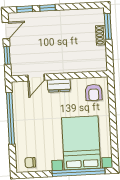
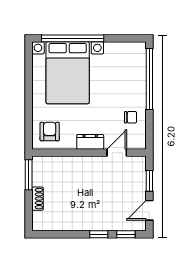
window: (108, 26) -> (29, 175), moved
window: (11, 118) -> (149, 79), moved
chair: (30, 162) -> (131, 117), moved

